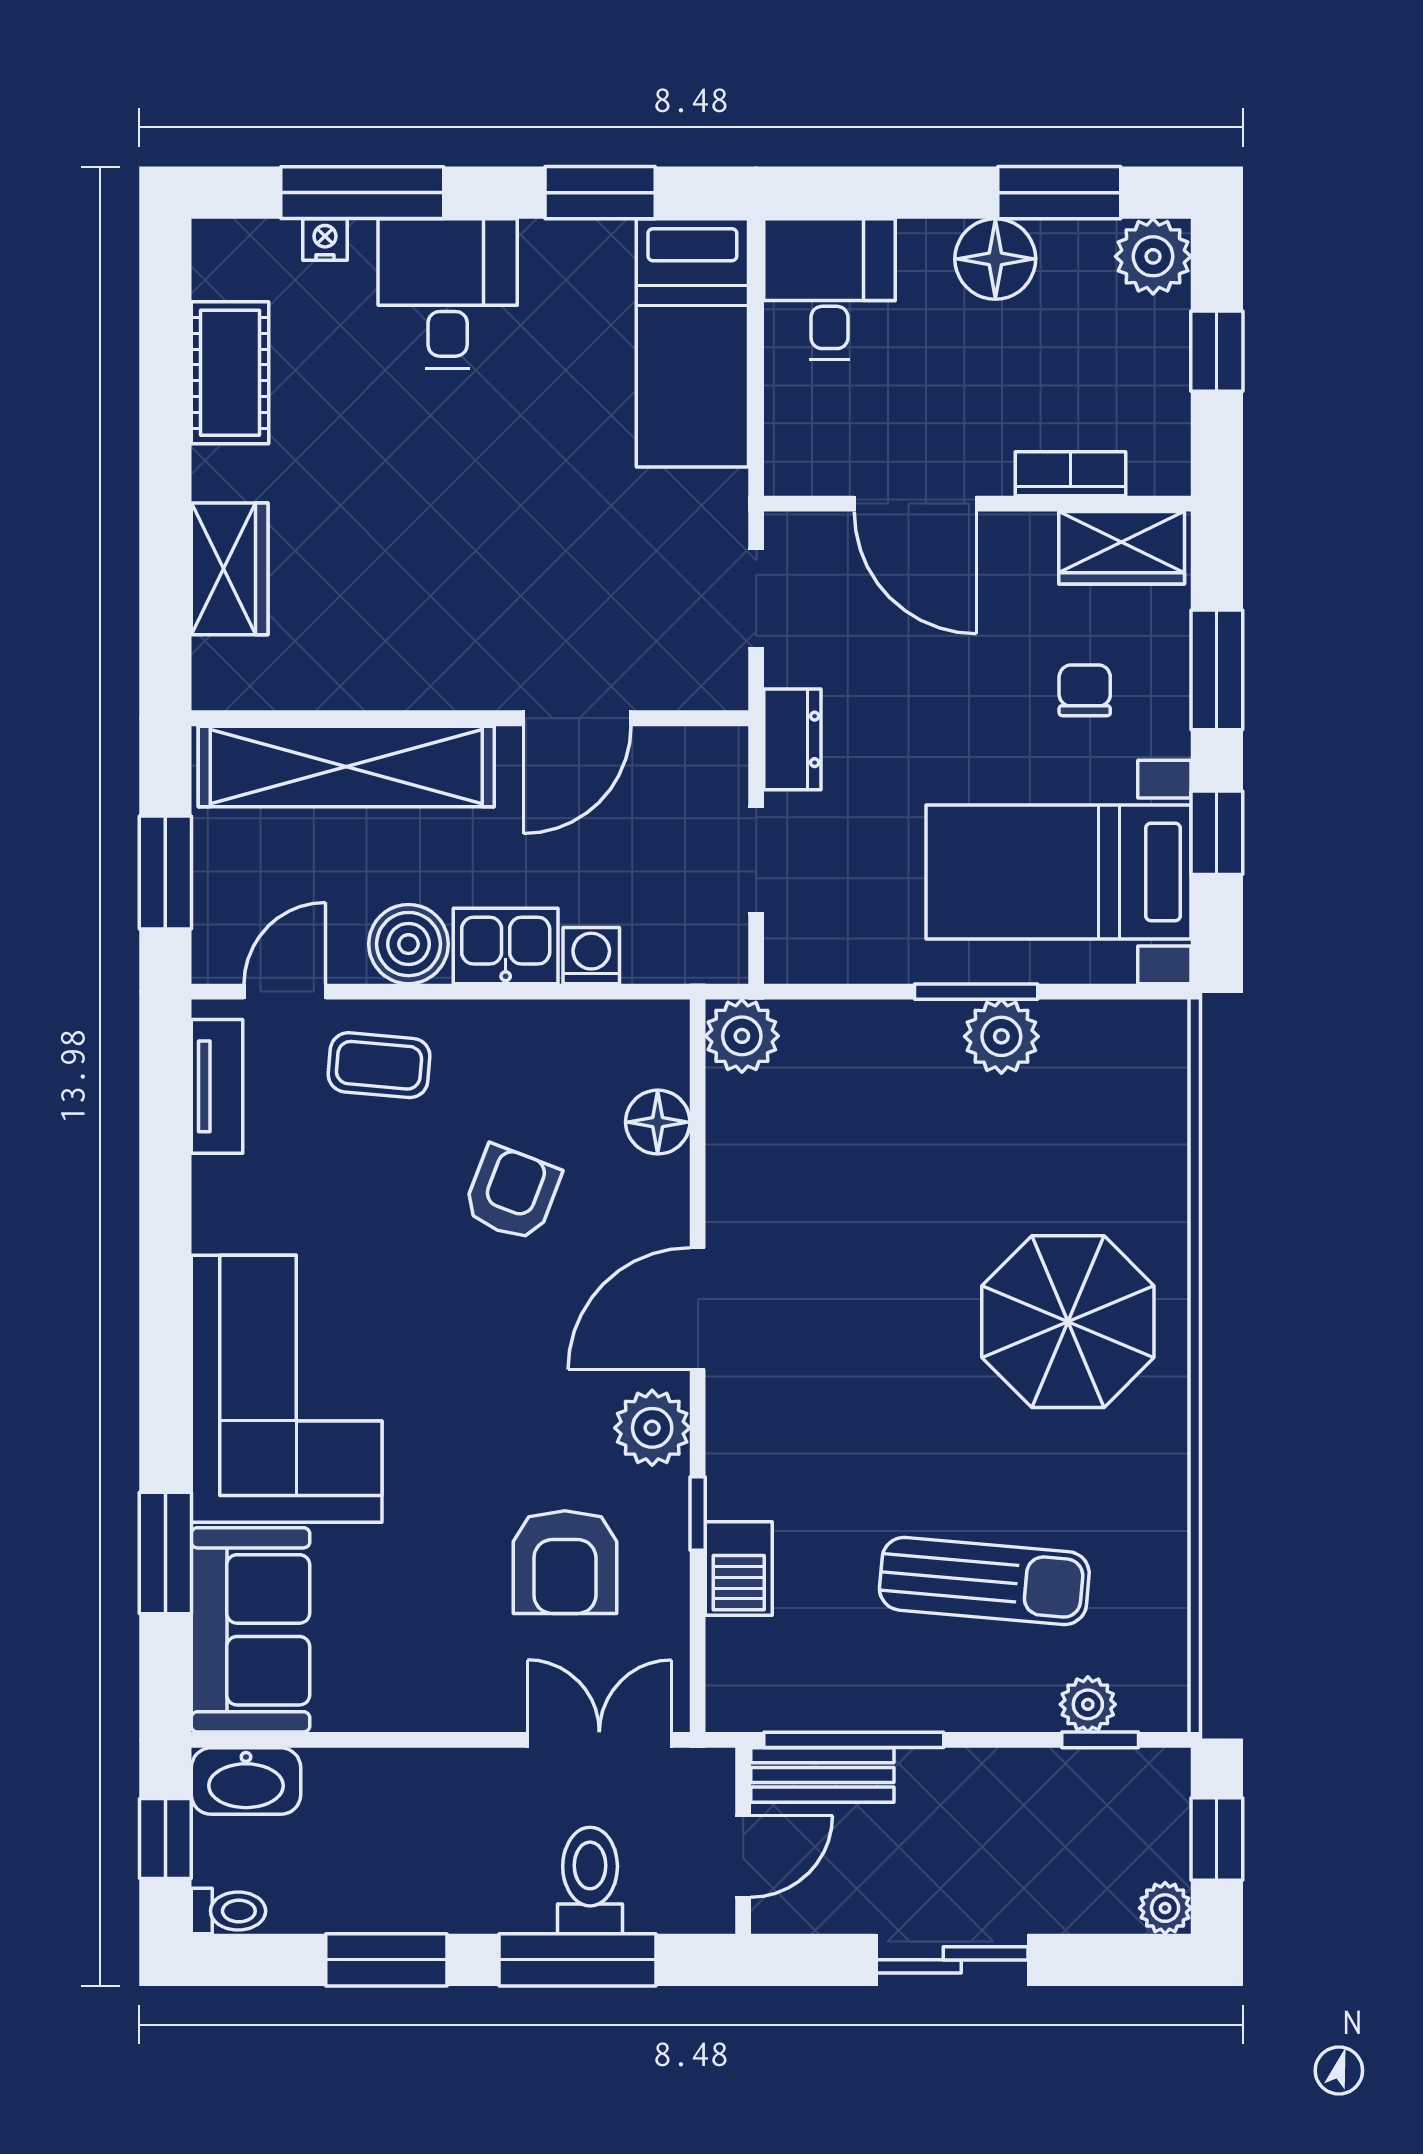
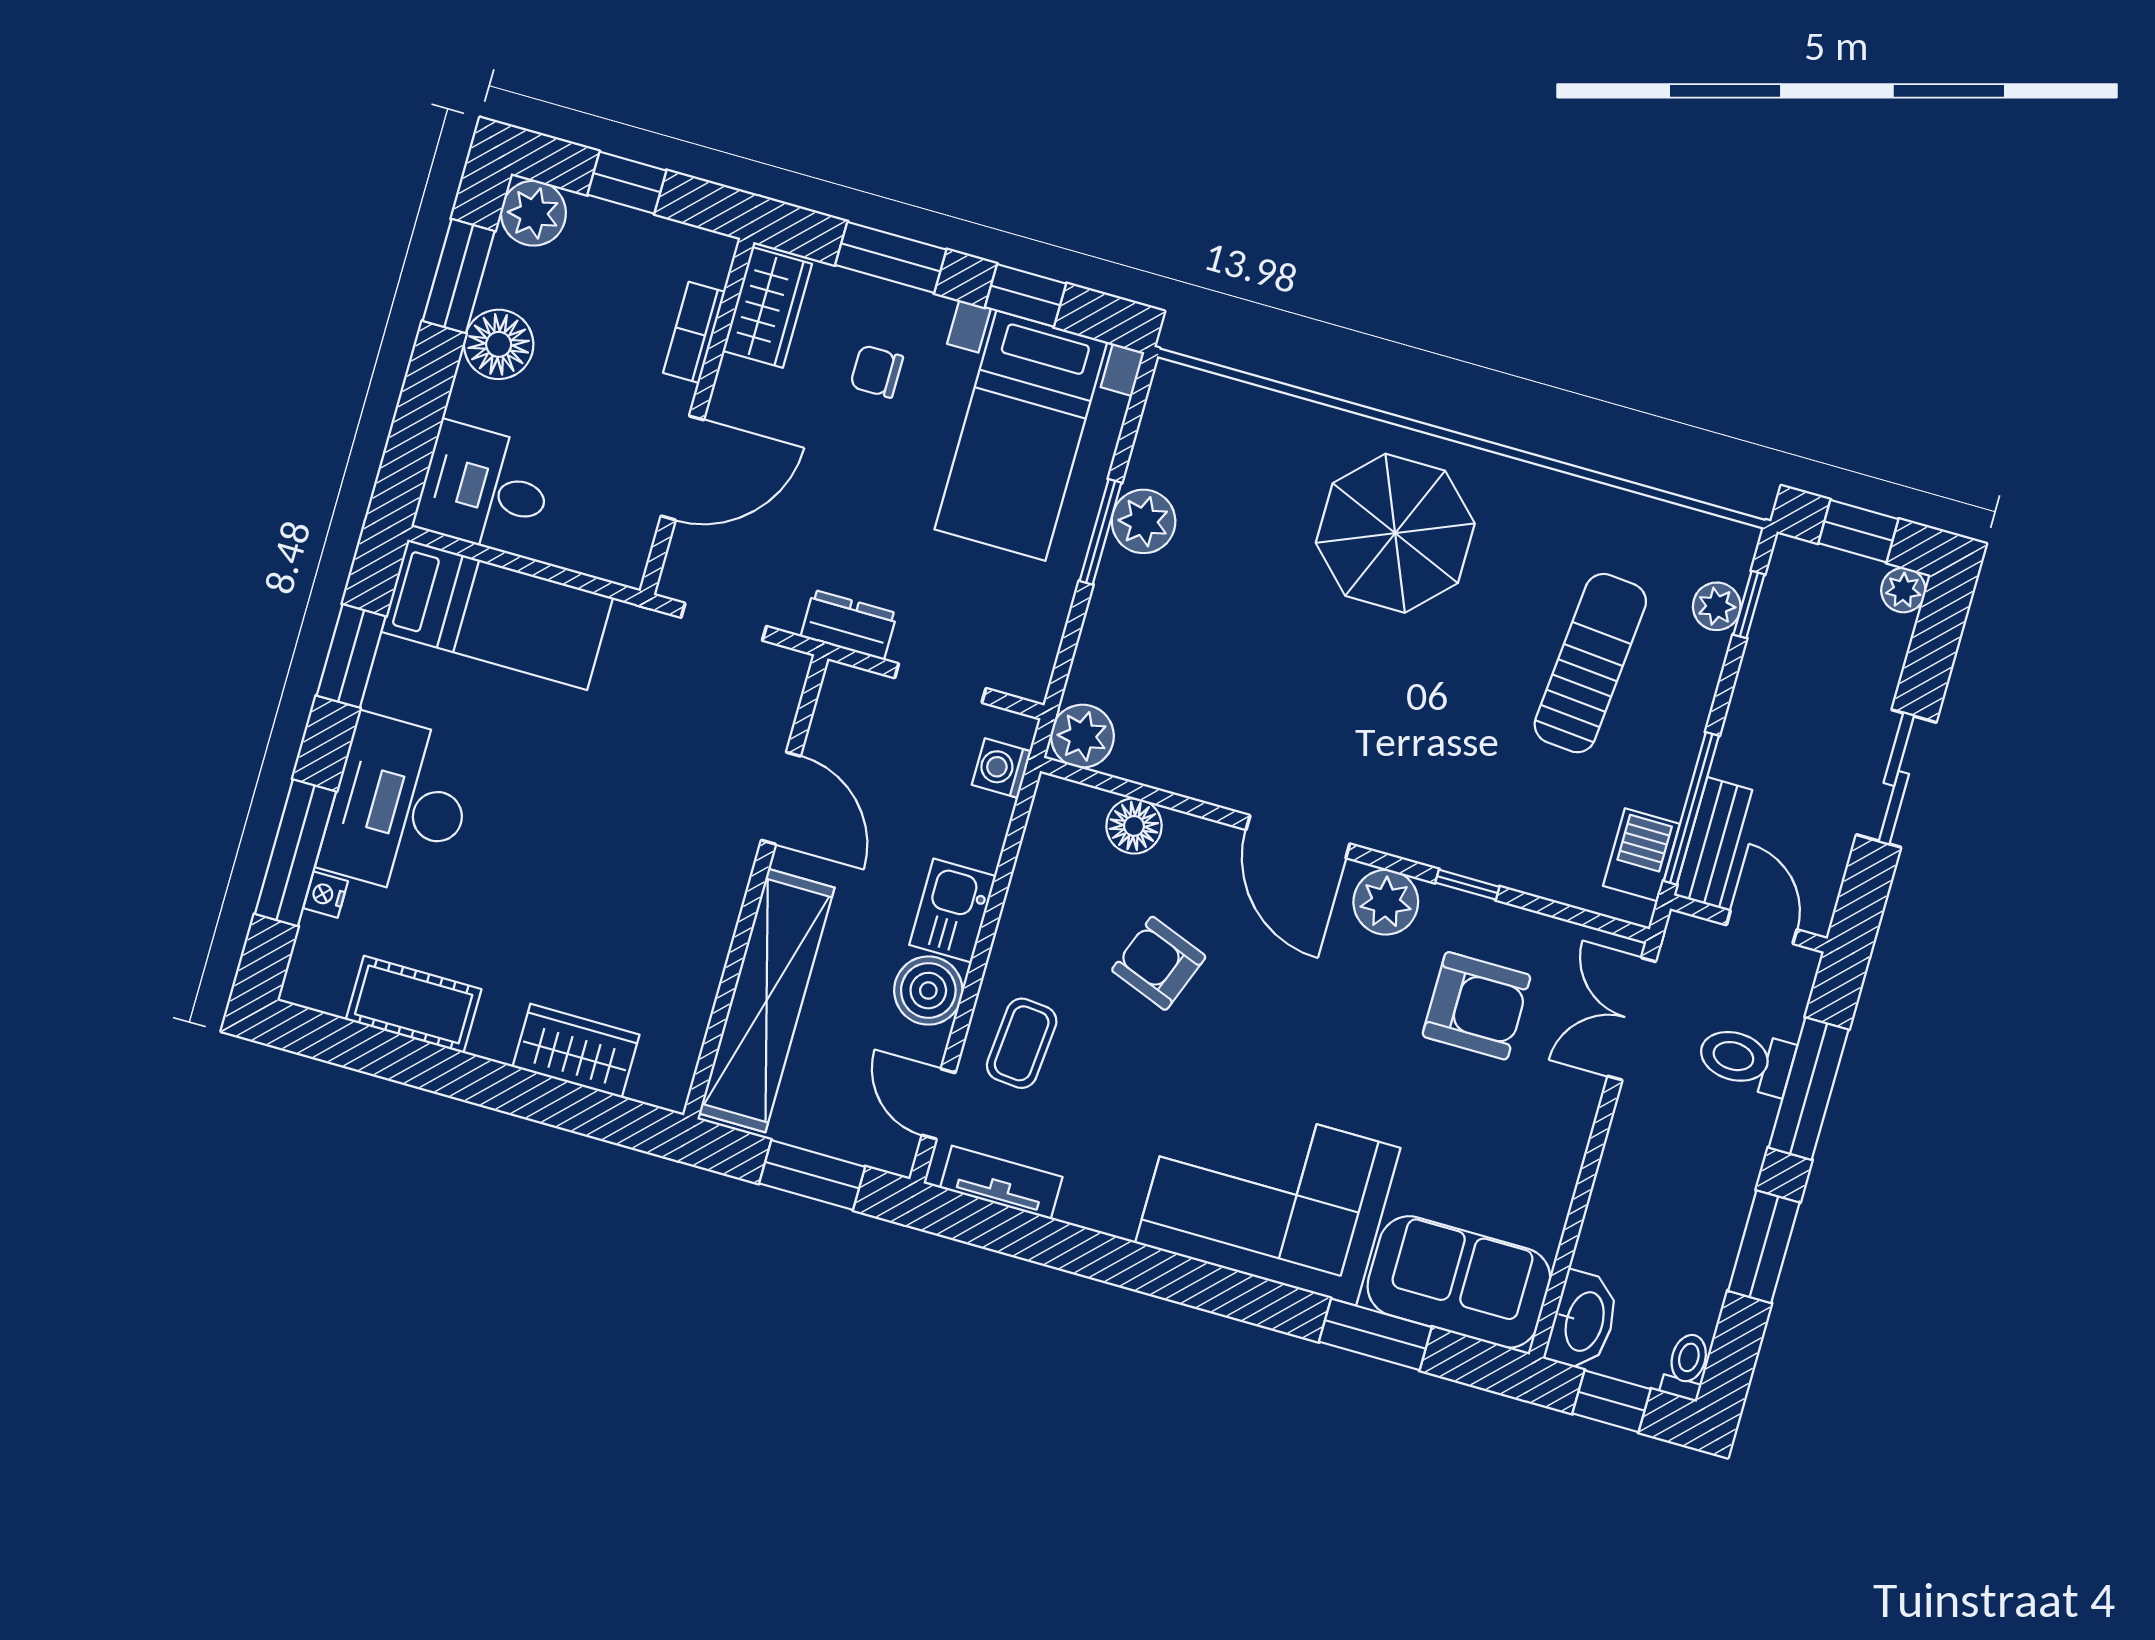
desk: (448, 293) -> (399, 806), width x1.37
washing machine: (591, 956) -> (1002, 768), moved
barbecue: (739, 1569) -> (1641, 855), moved, turned -90

